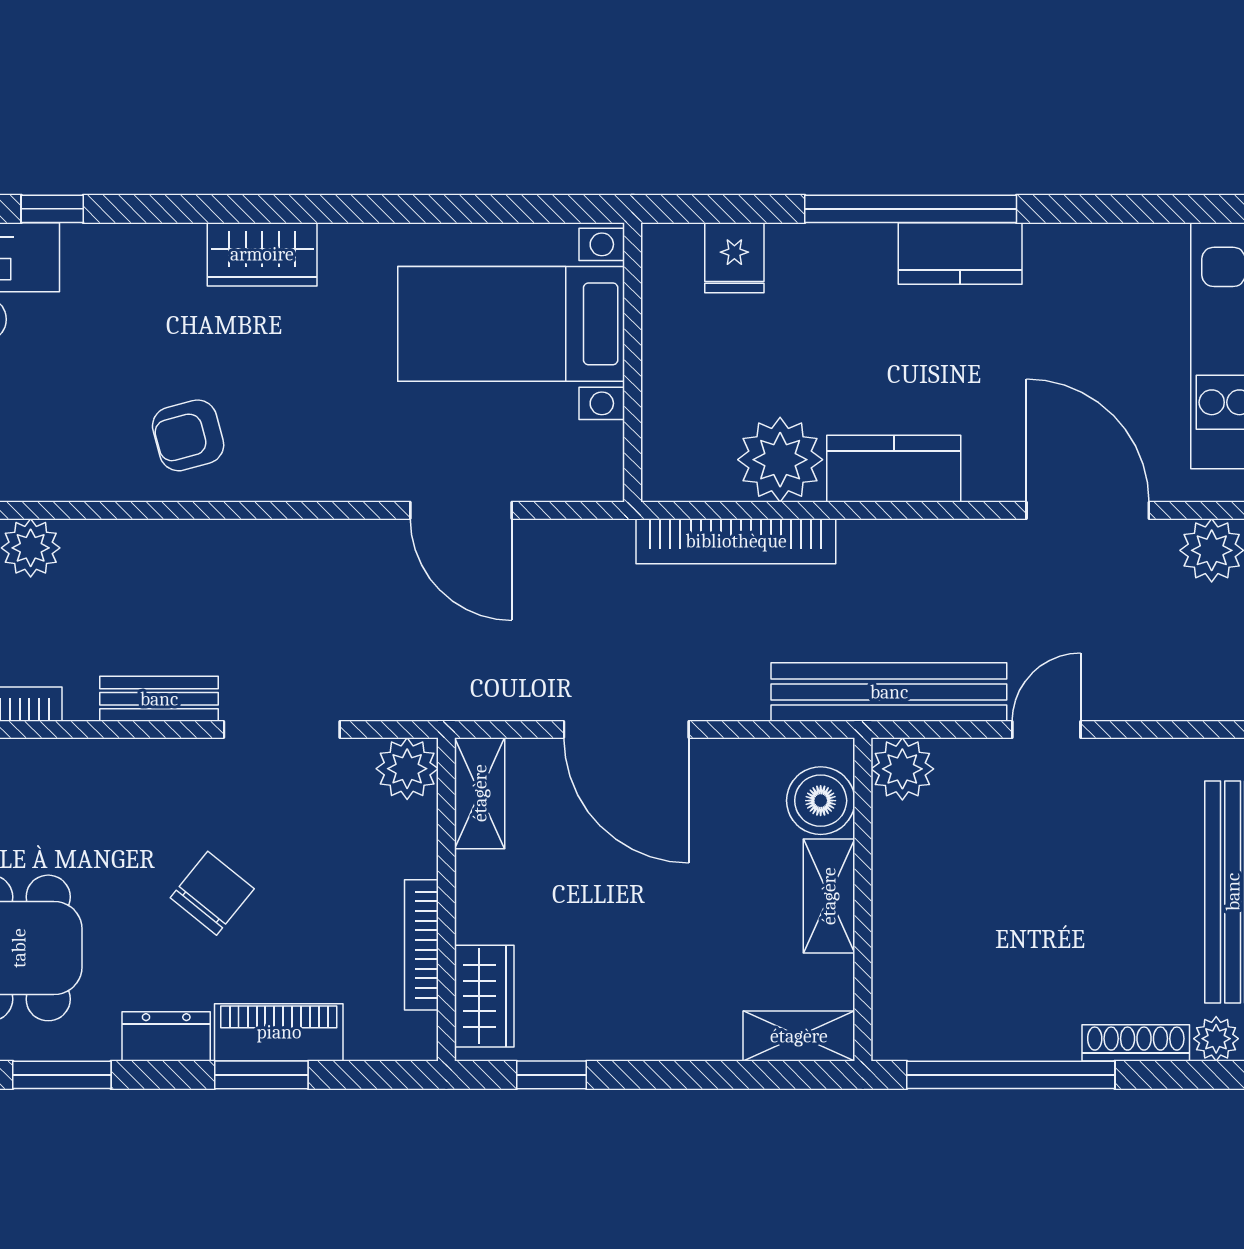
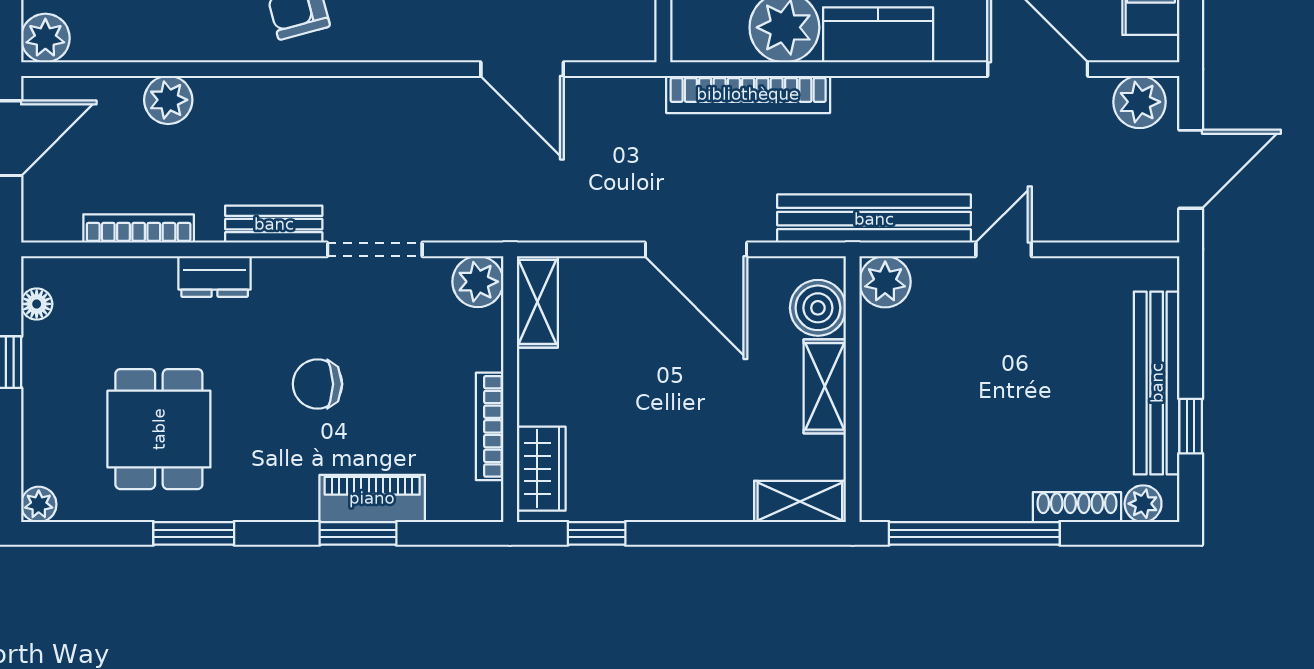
door: (626, 730) -> (696, 249), moved
chair: (212, 893) -> (317, 384), turned -129
dresser: (166, 1036) -> (215, 276), moved, turned 180

